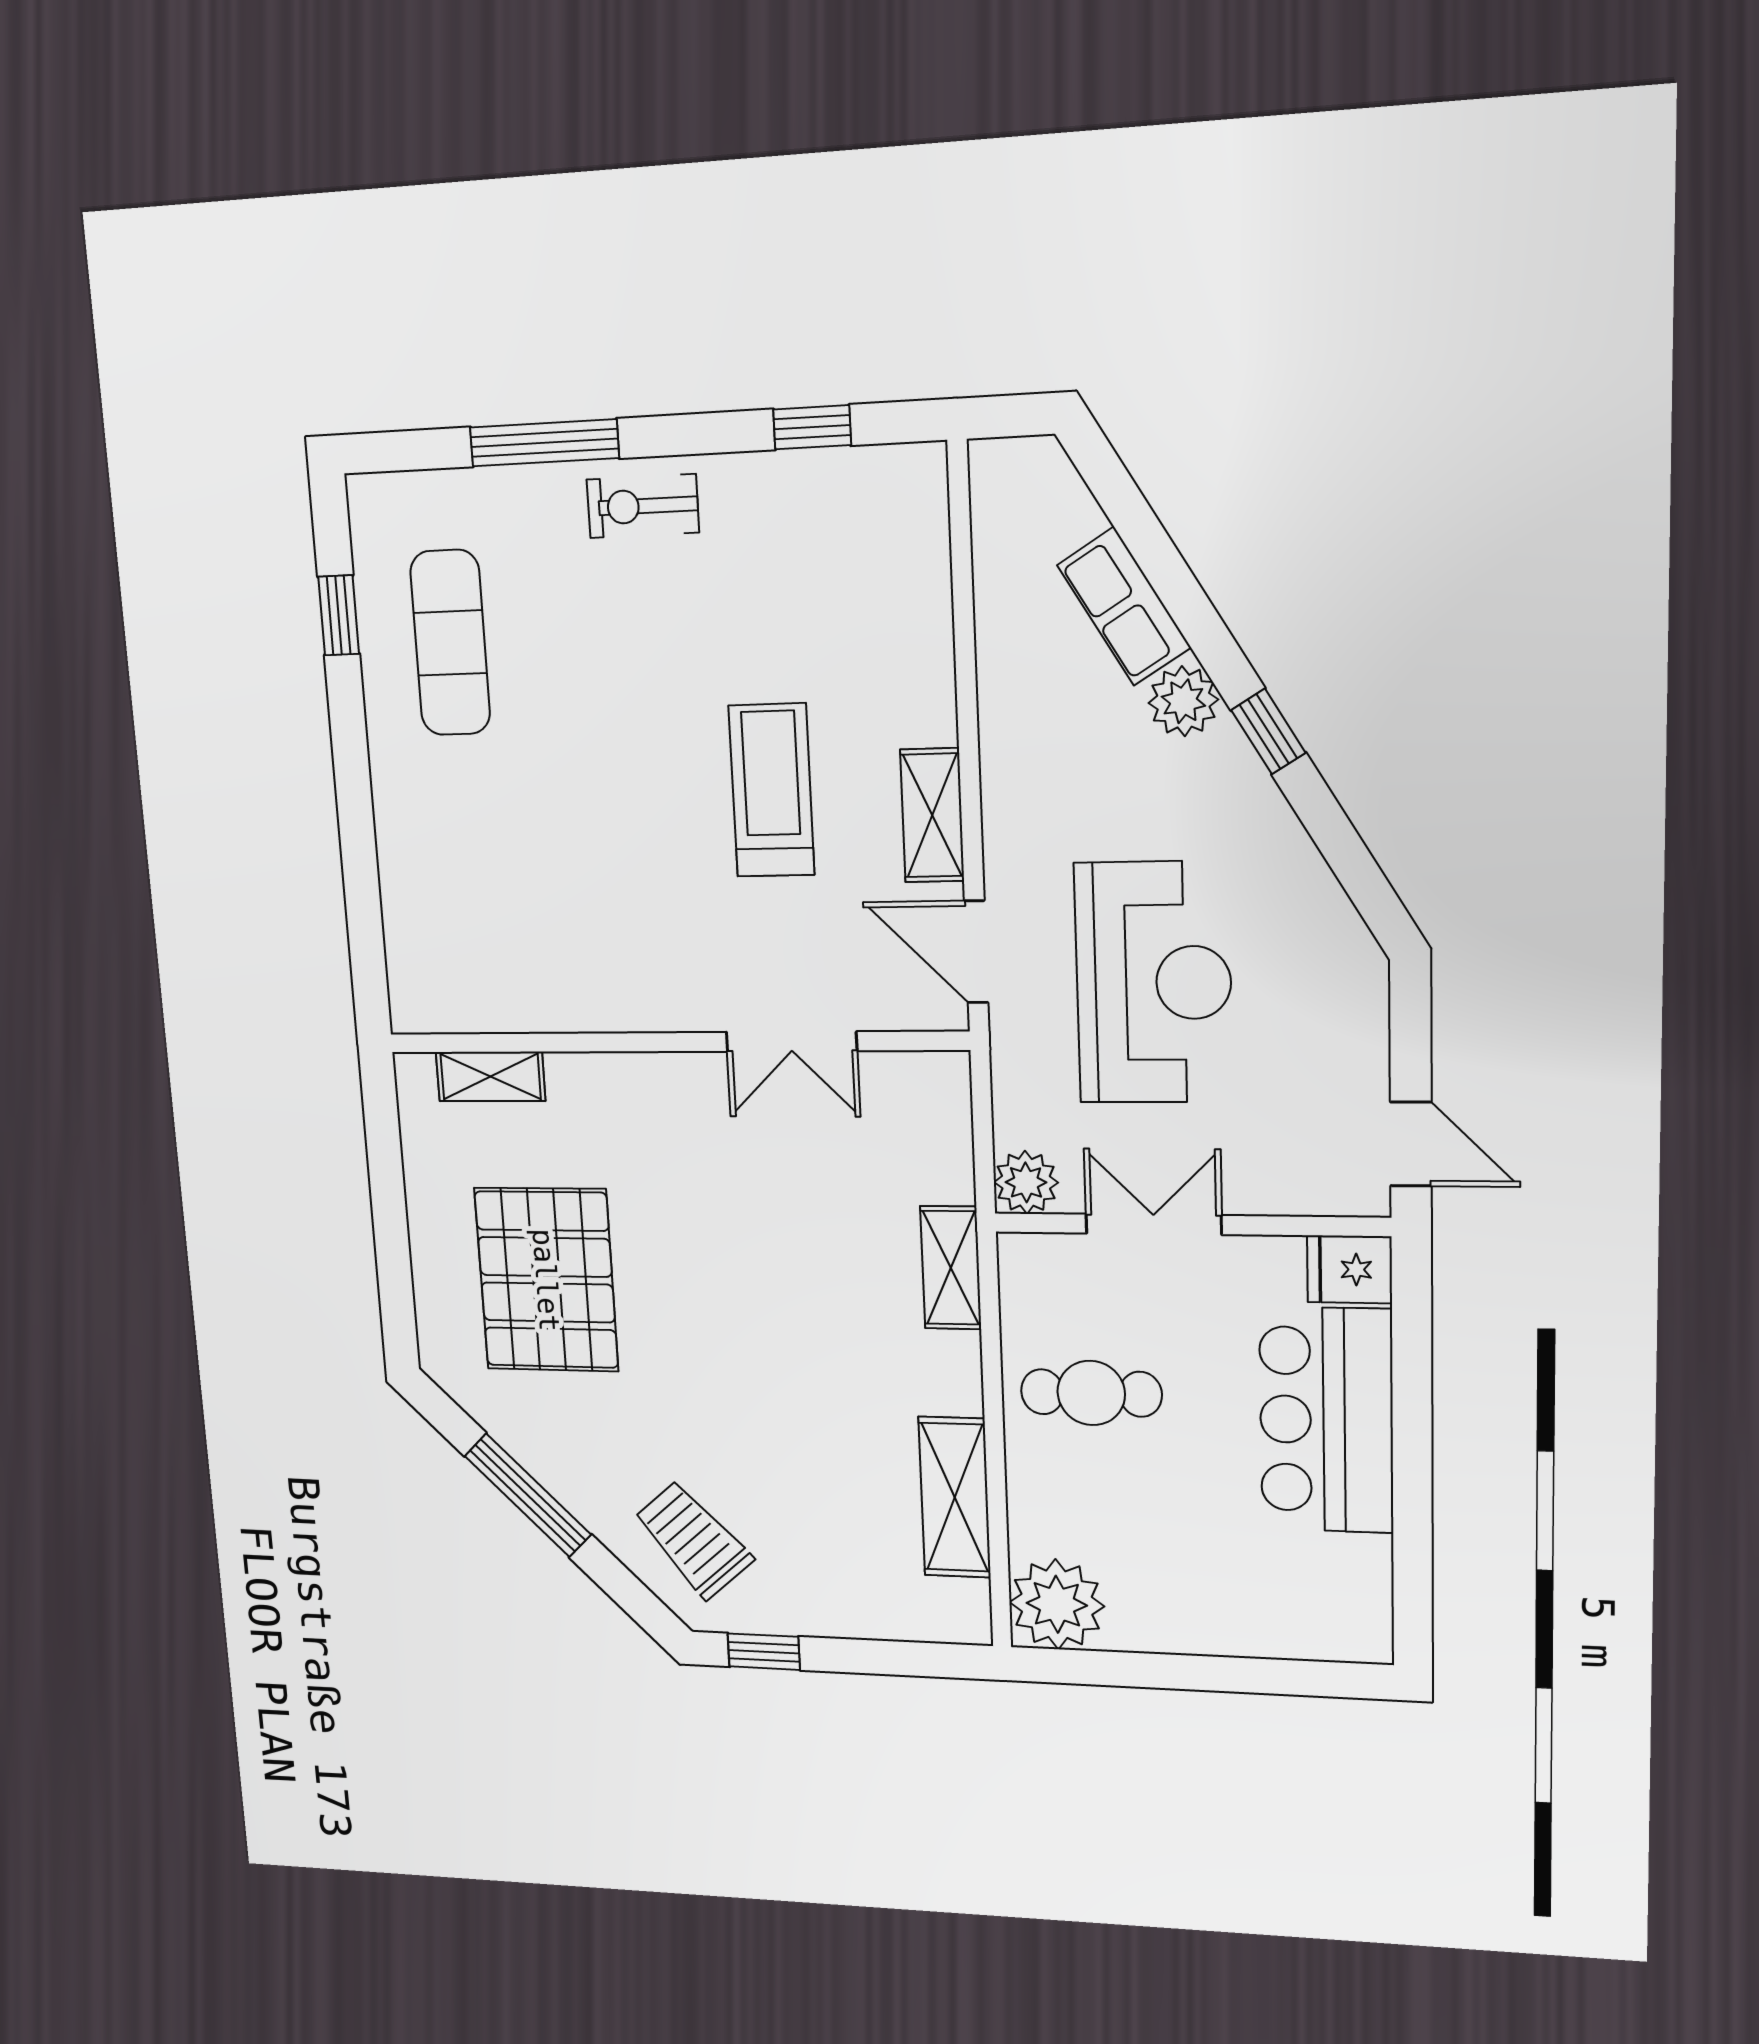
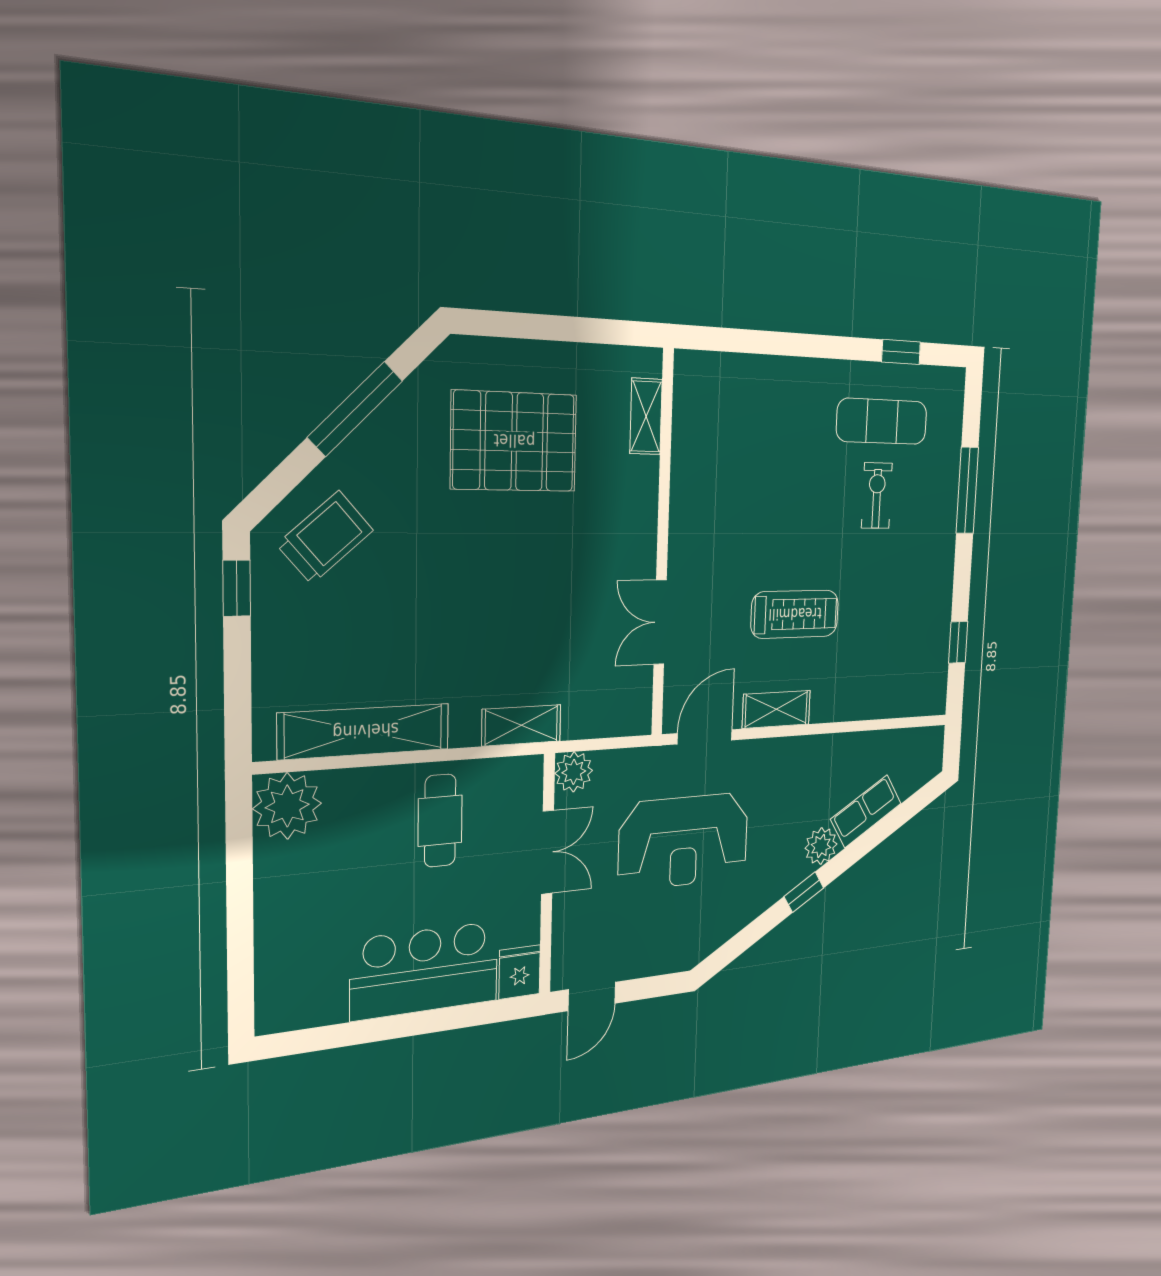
exercise bike: (643, 506) -> (877, 496), moved
shelving: (955, 1497) -> (365, 731), width x1.47

